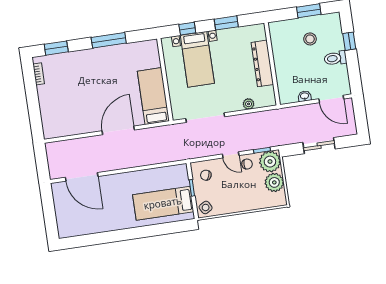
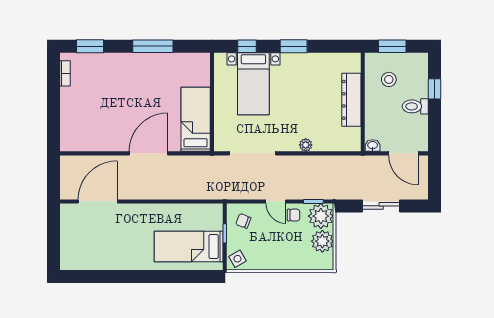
dresser: (262, 63) -> (351, 100), moved
wall: (272, 64) -> (363, 102), moved
door: (82, 177) -> (98, 201), swing flipped

